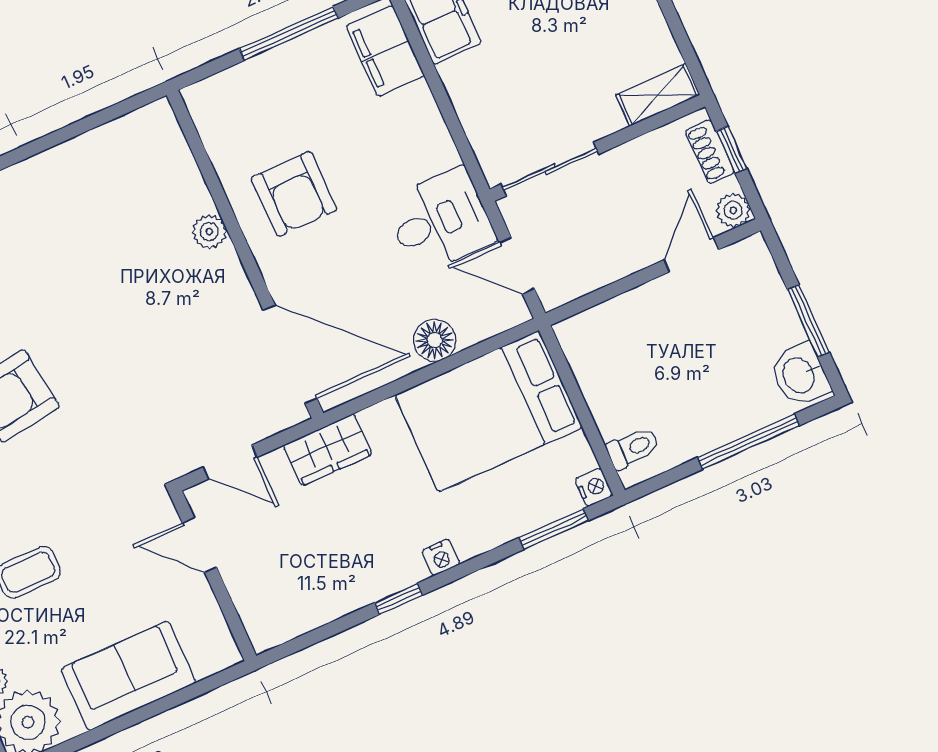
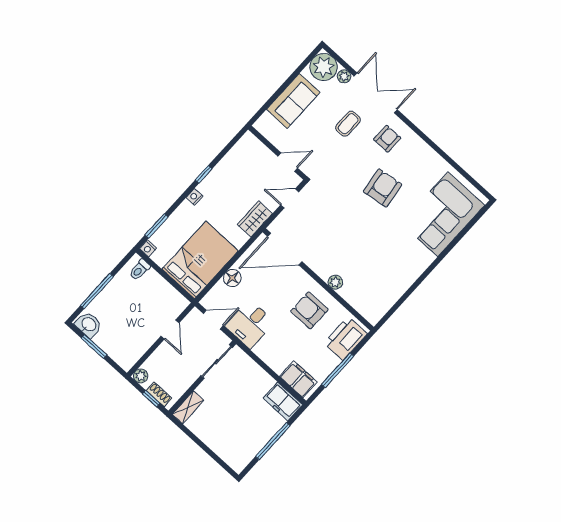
printer: (241, 97) -> (345, 338), added
door: (691, 255) -> (170, 330), moved

